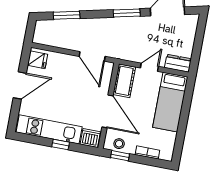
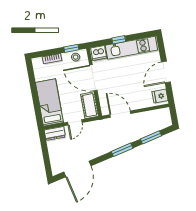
window: (127, 13) -> (122, 150), moved

